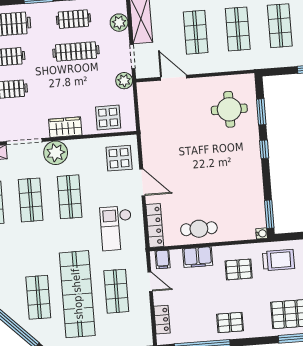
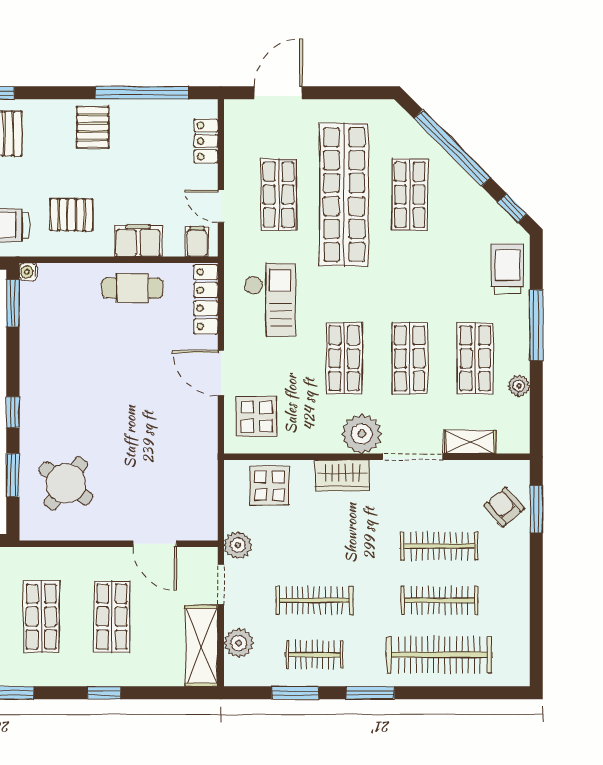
round table: (229, 109) -> (66, 483), turned 36
pallet: (230, 323) -> (93, 127), turned 90

